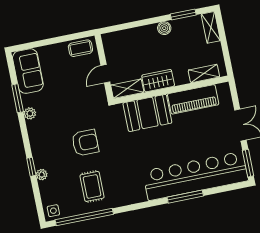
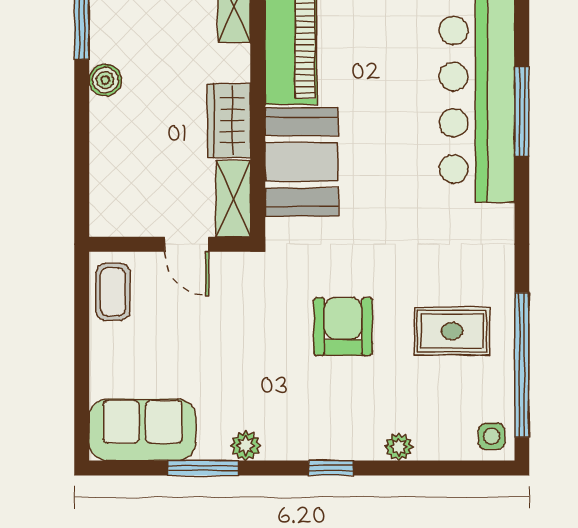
window: (31, 167) -> (331, 468), moved

